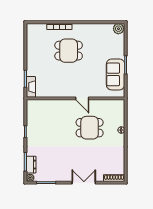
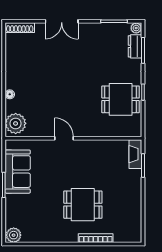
plant: (117, 109) -> (16, 123), added
dining table: (90, 128) -> (121, 99), moved

